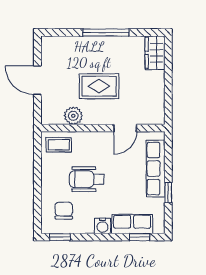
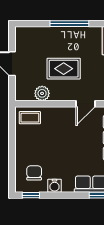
wheelchair: (87, 179) -> (53, 147), removed
water cooler: (102, 226) -> (54, 186), moved

